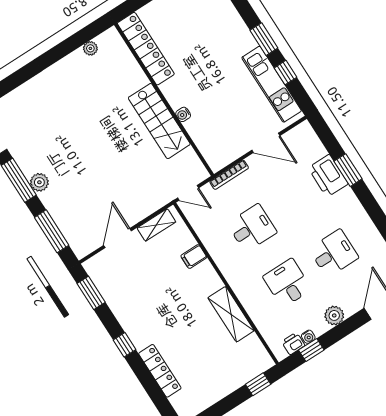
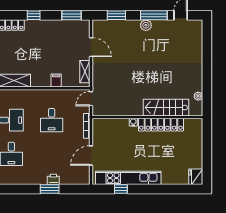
window: (264, 39) -> (145, 189), removed
locker: (146, 49) -> (161, 125), moved
kitchen unit: (272, 84) -> (128, 178), width x1.36
stairs: (159, 121) -> (166, 108), moved
printer: (328, 176) -> (53, 179), width x0.53, depth x0.68
window: (52, 231) -> (116, 15), width x0.69

